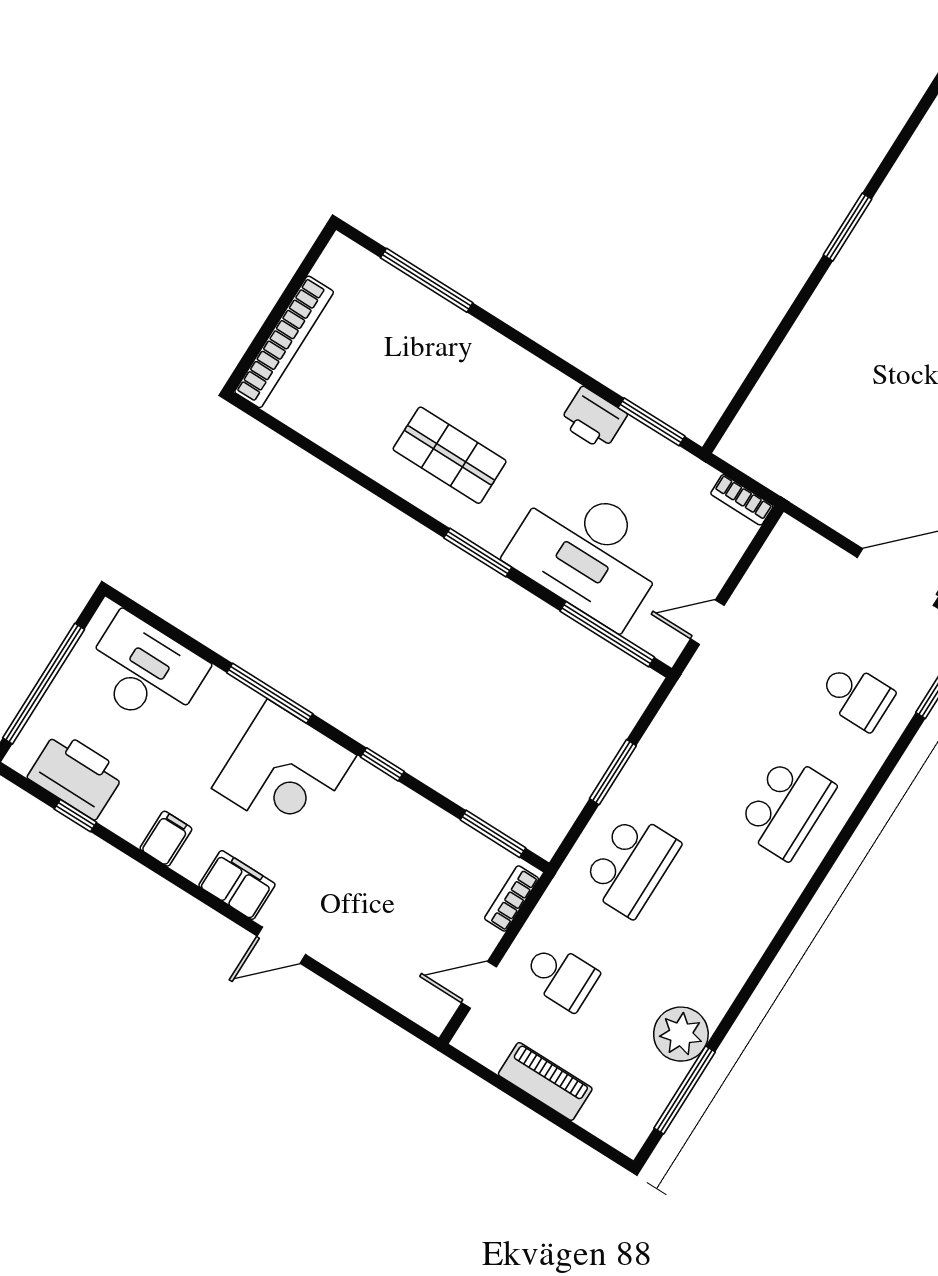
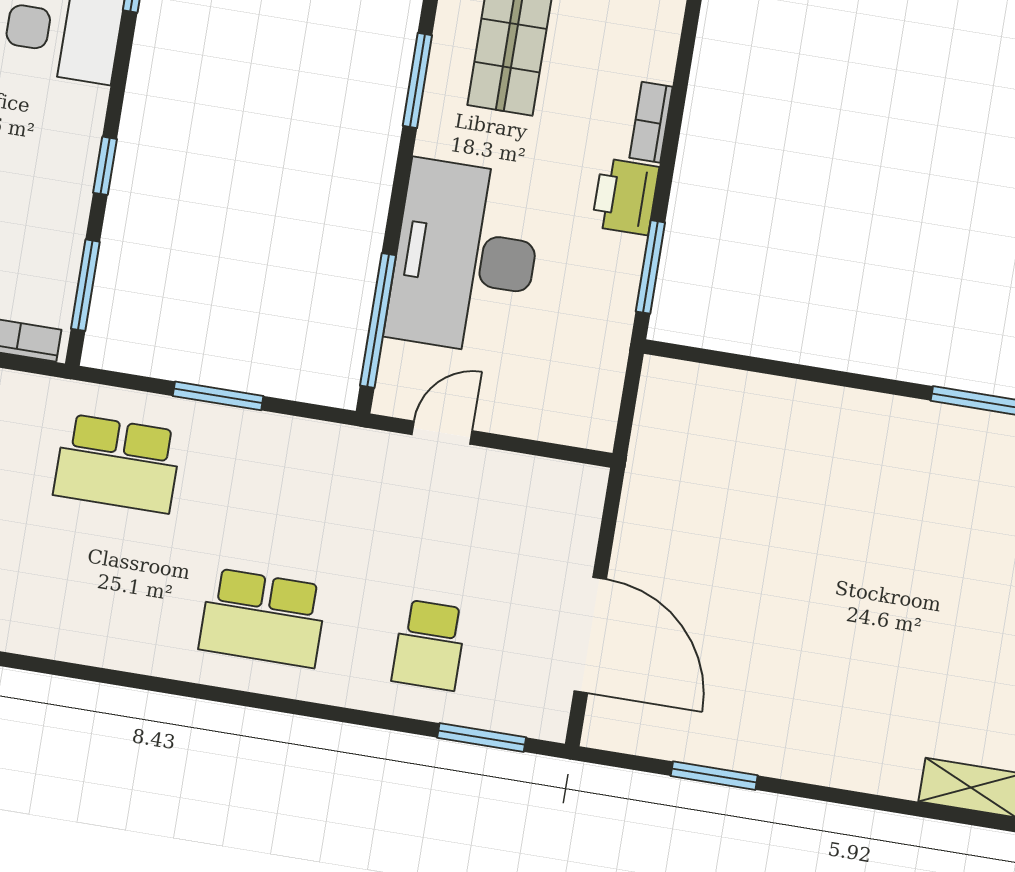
bookcase: (742, 500) -> (651, 122), moved
window: (478, 553) -> (417, 80), moved
door: (707, 622) -> (442, 433), hinge flipped
window: (382, 764) -> (105, 166), moved

